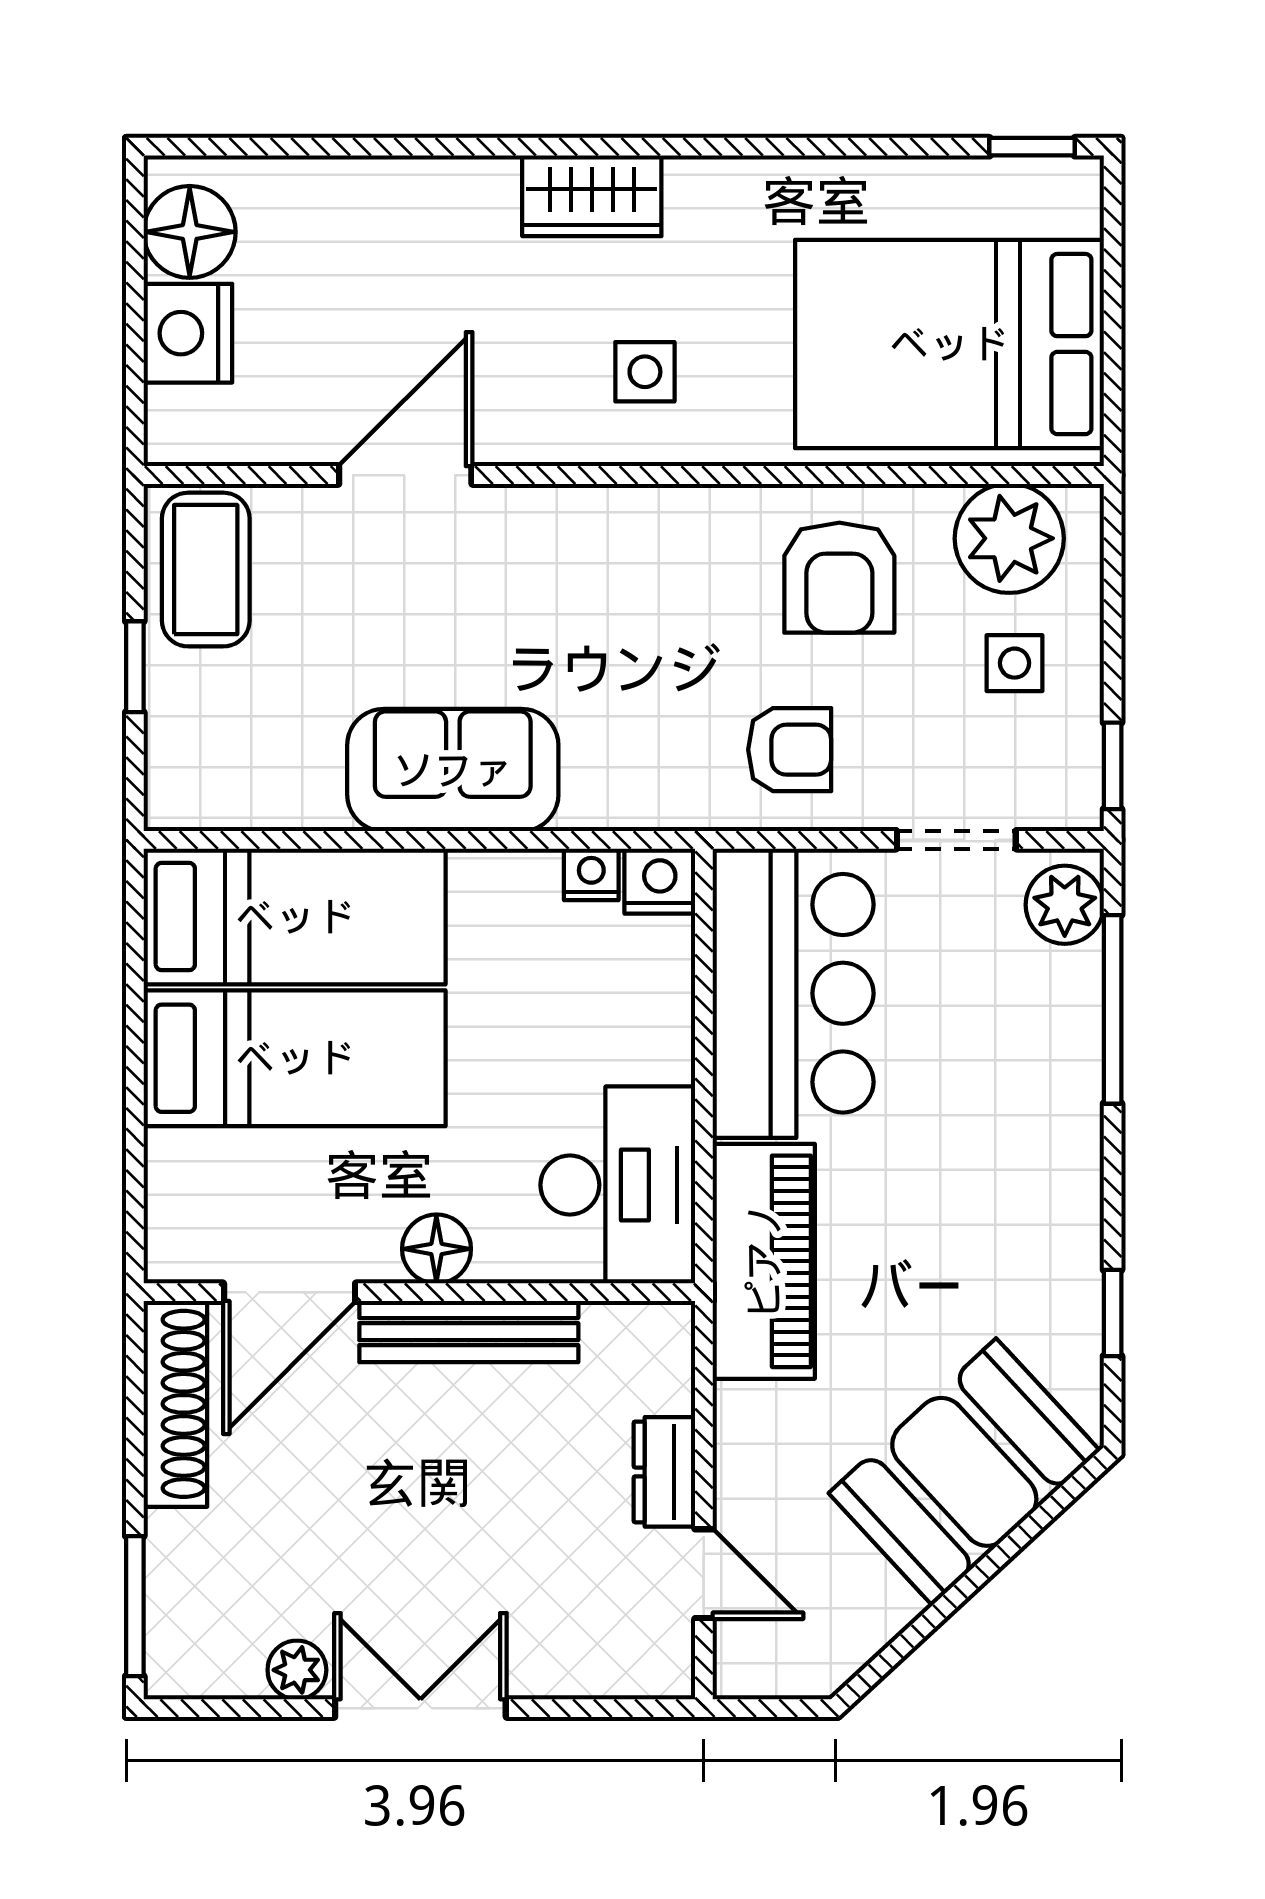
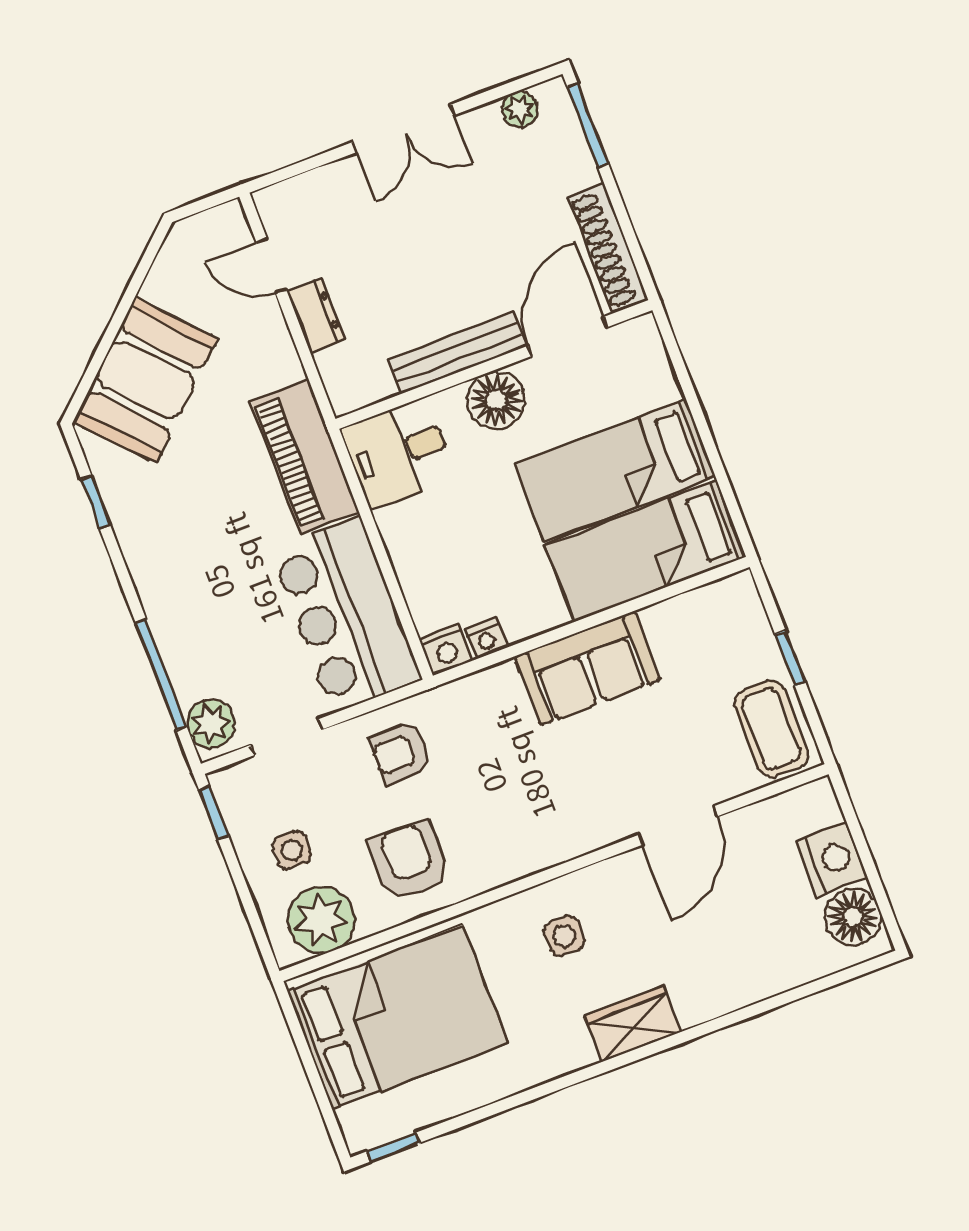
desk: (618, 1185) -> (398, 453), width x0.73
floor lamp: (436, 1249) -> (496, 400), width x1.38, depth x1.38
plant: (297, 1670) -> (520, 109), moved

